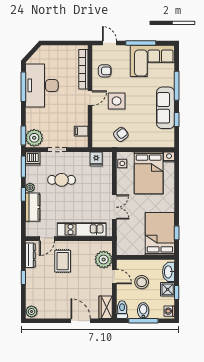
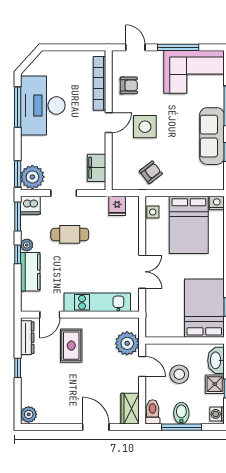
filing cabinet: (81, 131) -> (97, 168), width x2.00

